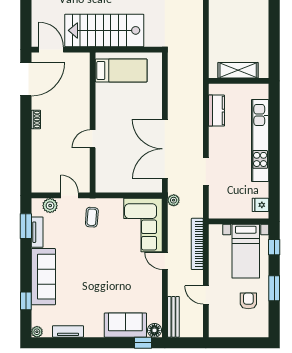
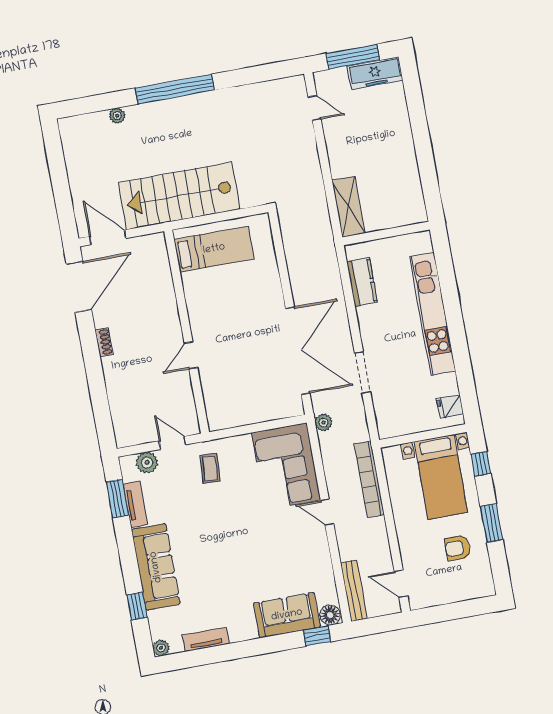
shelving: (238, 70) -> (348, 207), moved, turned 90
double door: (165, 149) -> (298, 351), swing flipped
door: (206, 295) -> (401, 584), moved
armchair: (248, 301) -> (458, 548), turned -90

